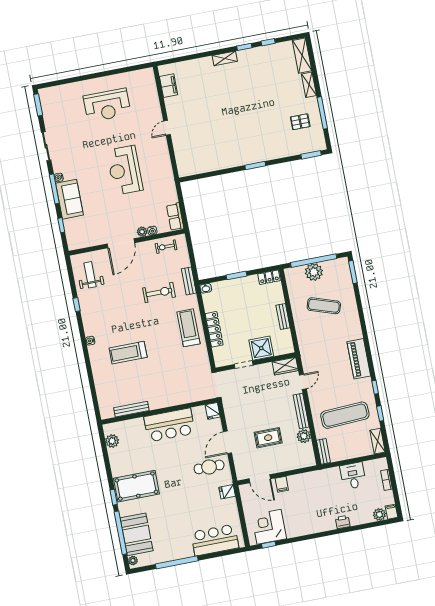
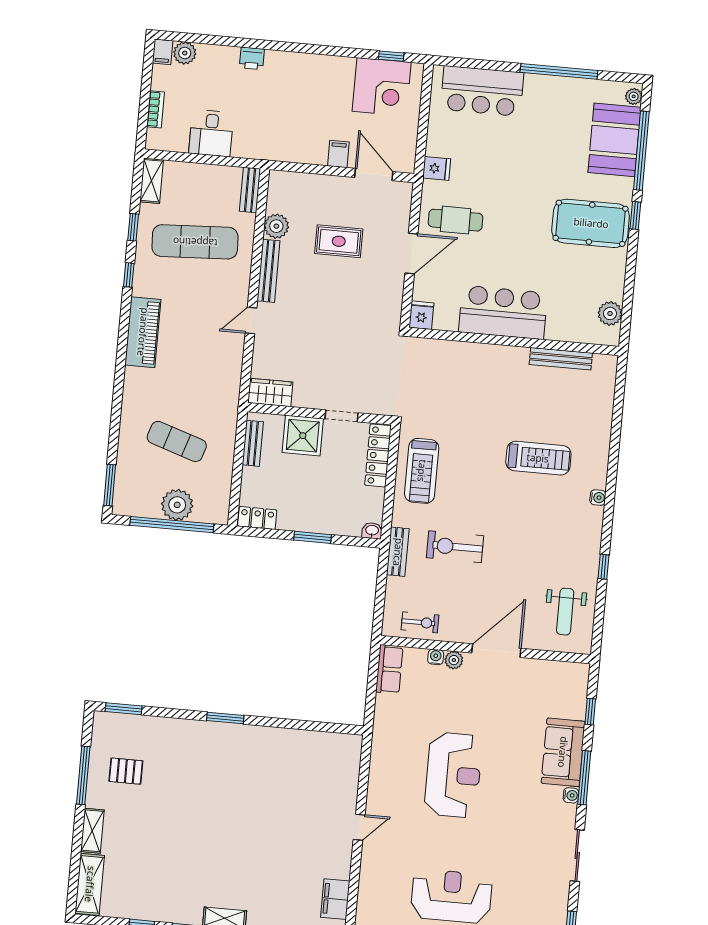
shower: (261, 348) -> (303, 436), moved
wall: (256, 362) -> (320, 414), moved
doorway: (244, 365) -> (342, 416), moved
wardrobe: (285, 366) -> (270, 392), moved

